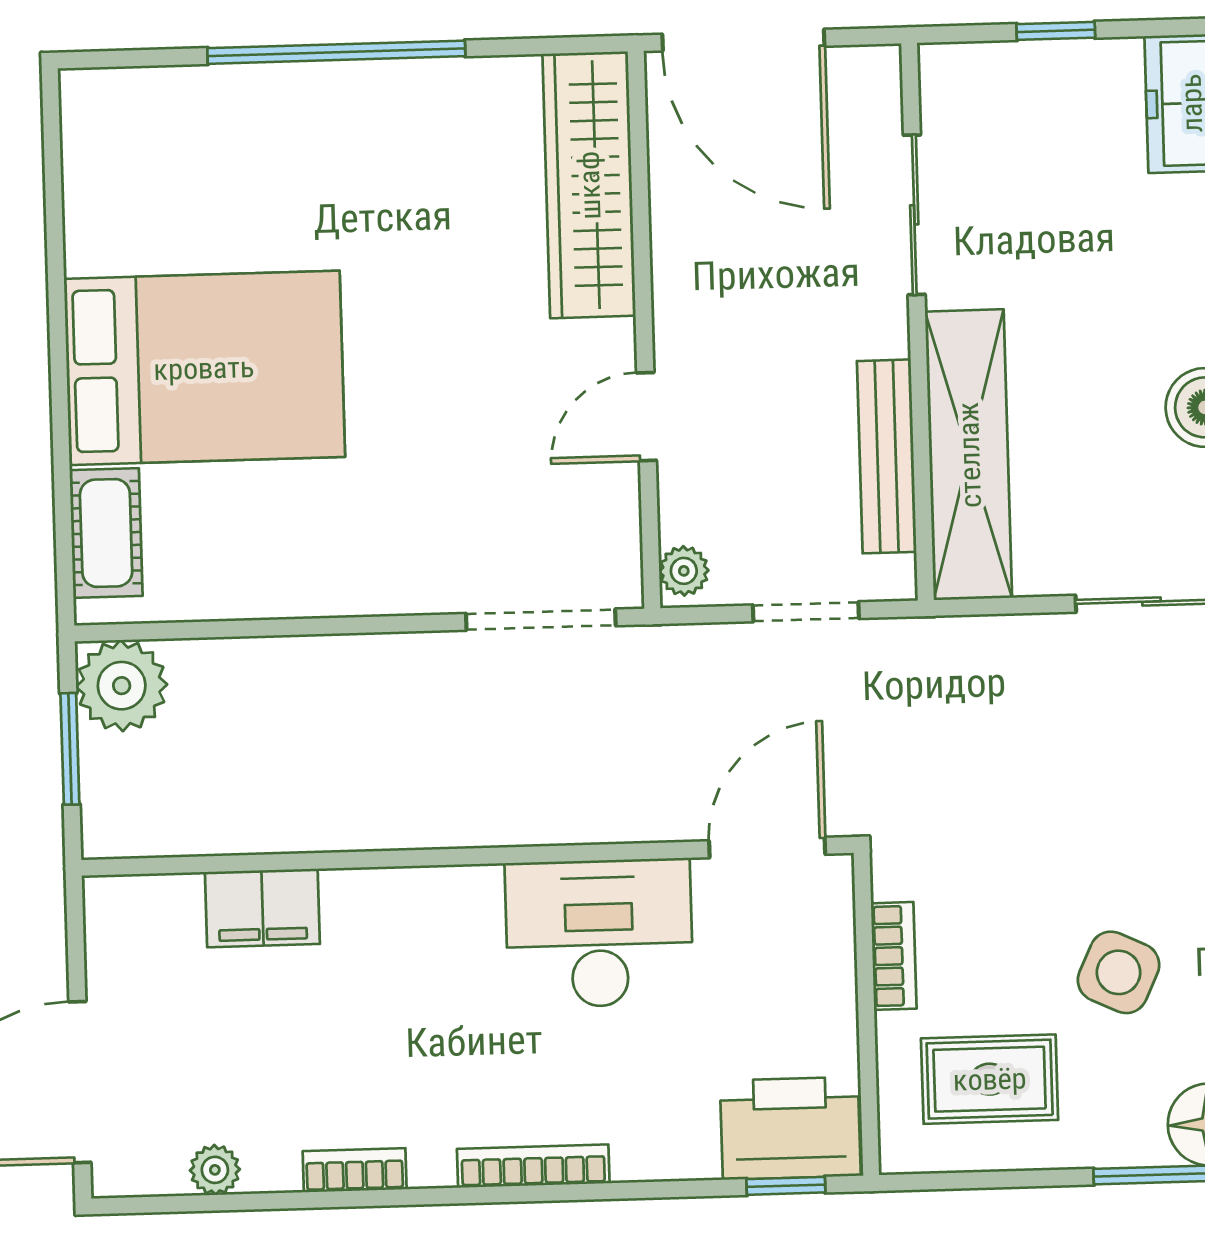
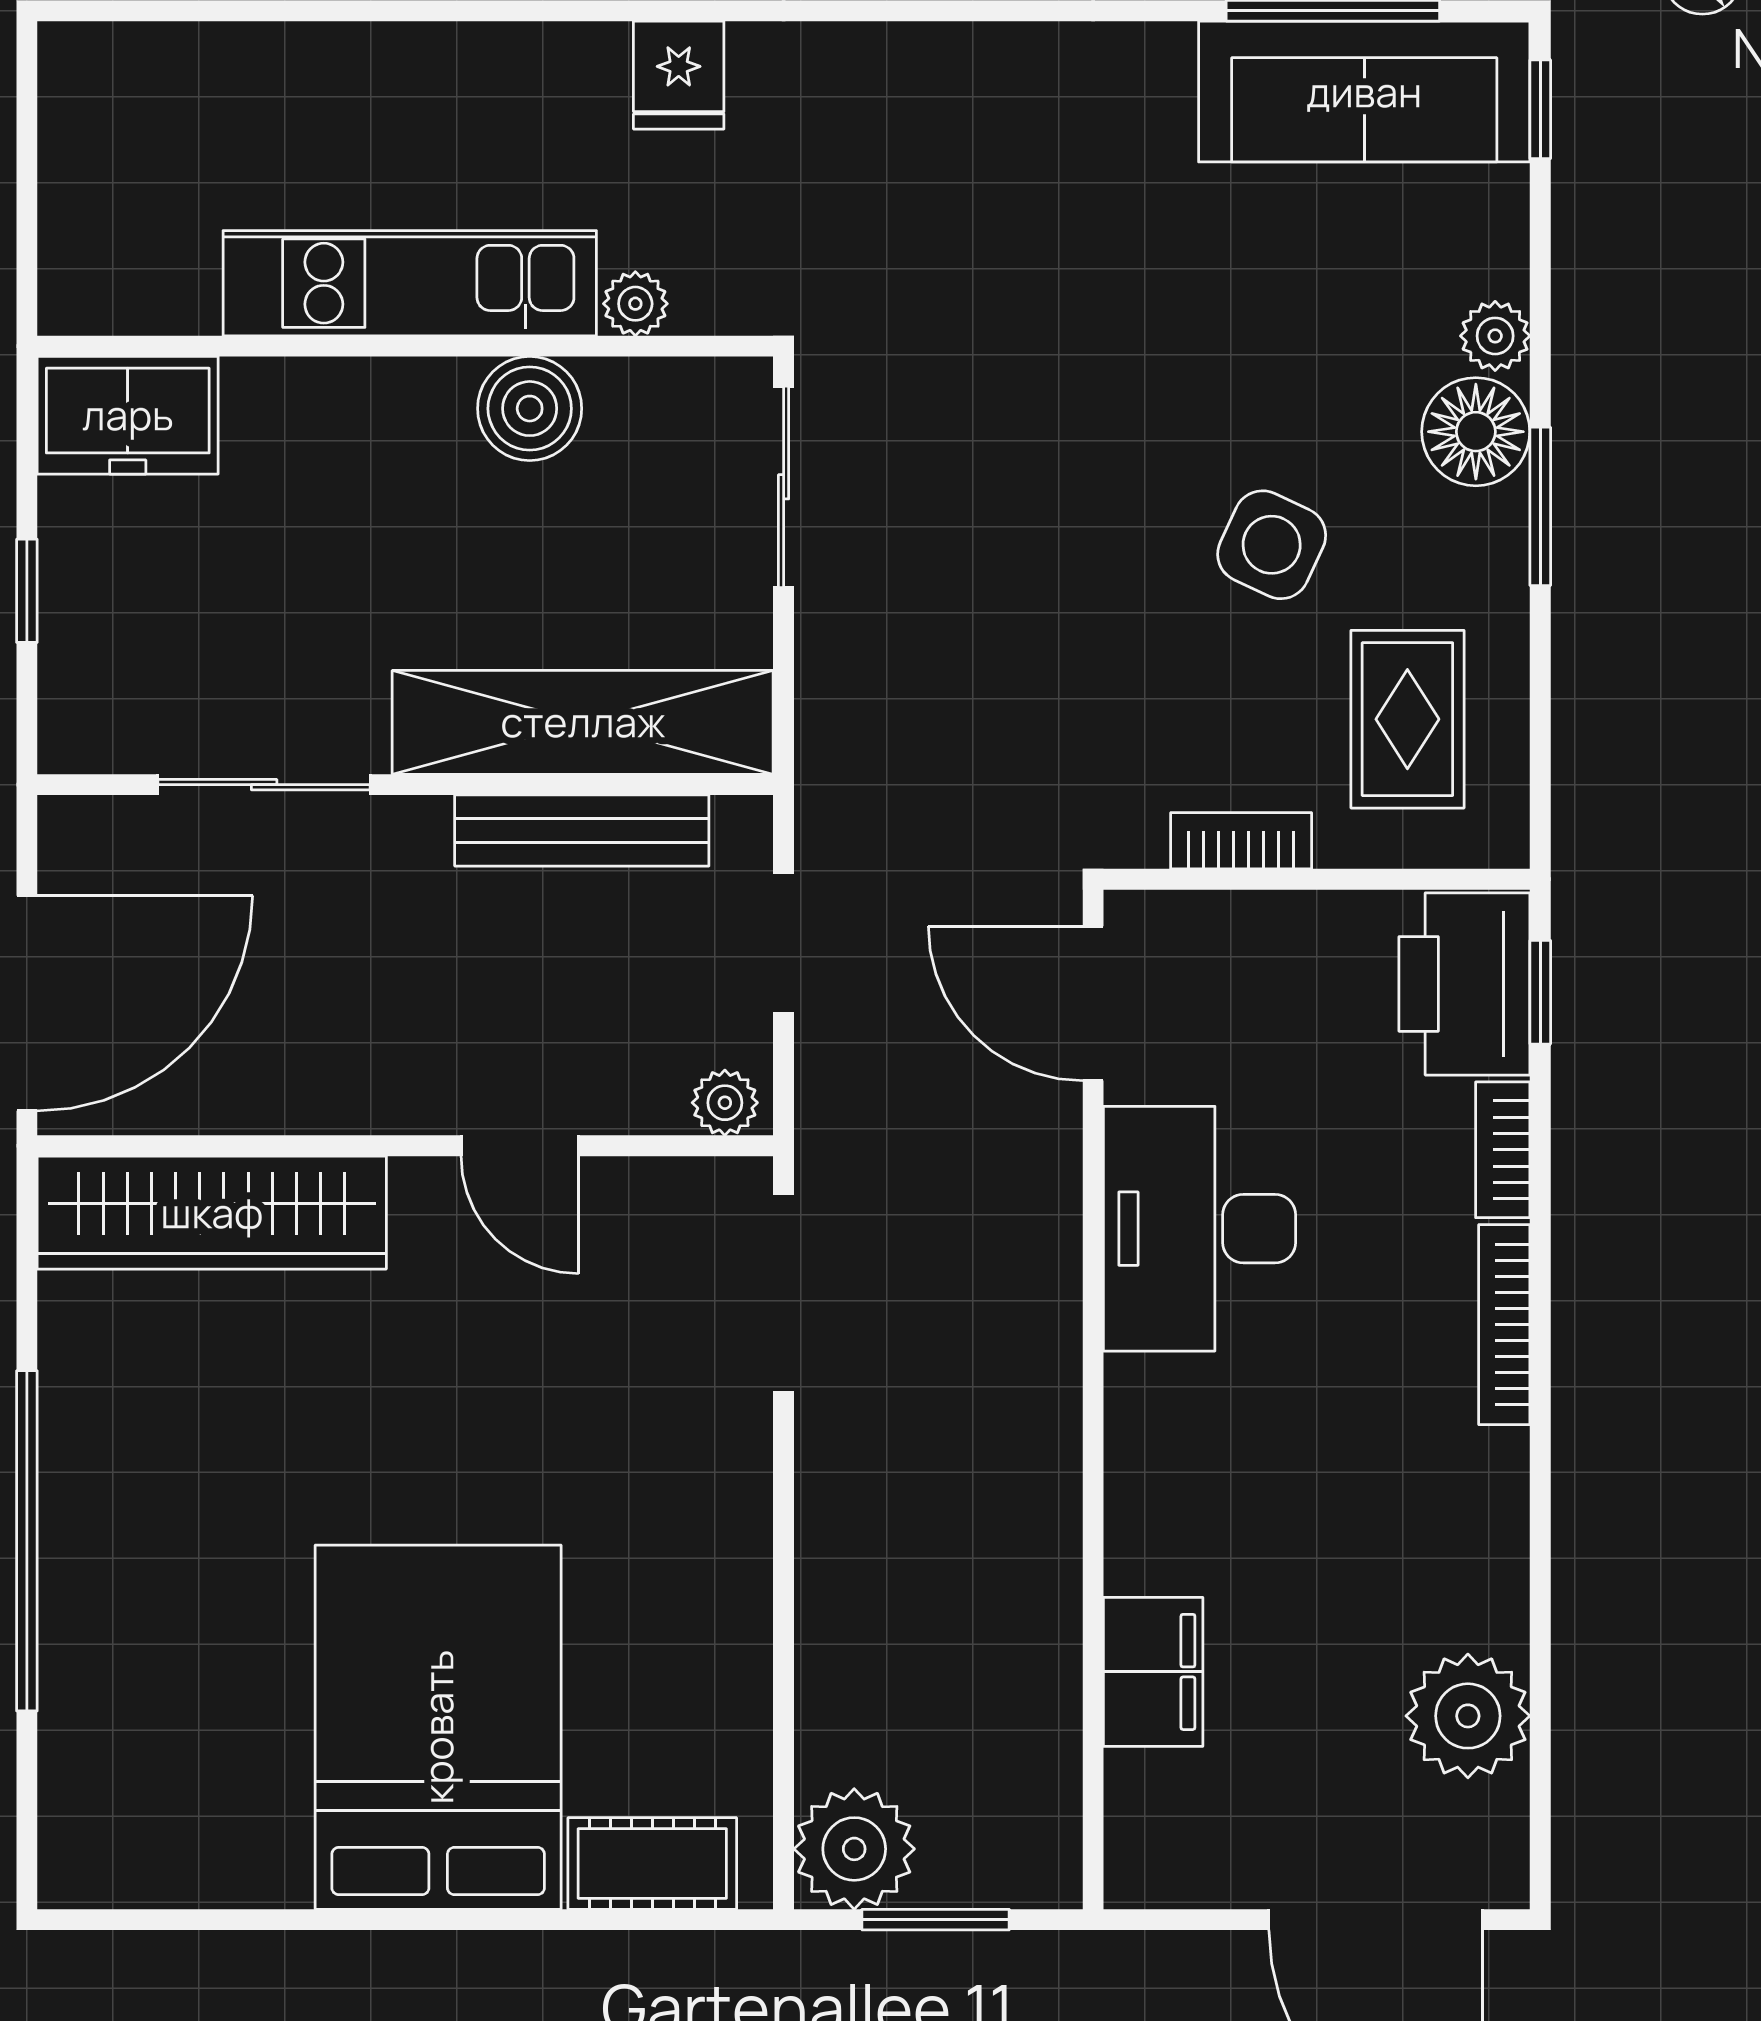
plant: (215, 1170) -> (1468, 1716), width x1.88, depth x1.88
bookcase: (355, 1170) -> (1503, 1150), moved

